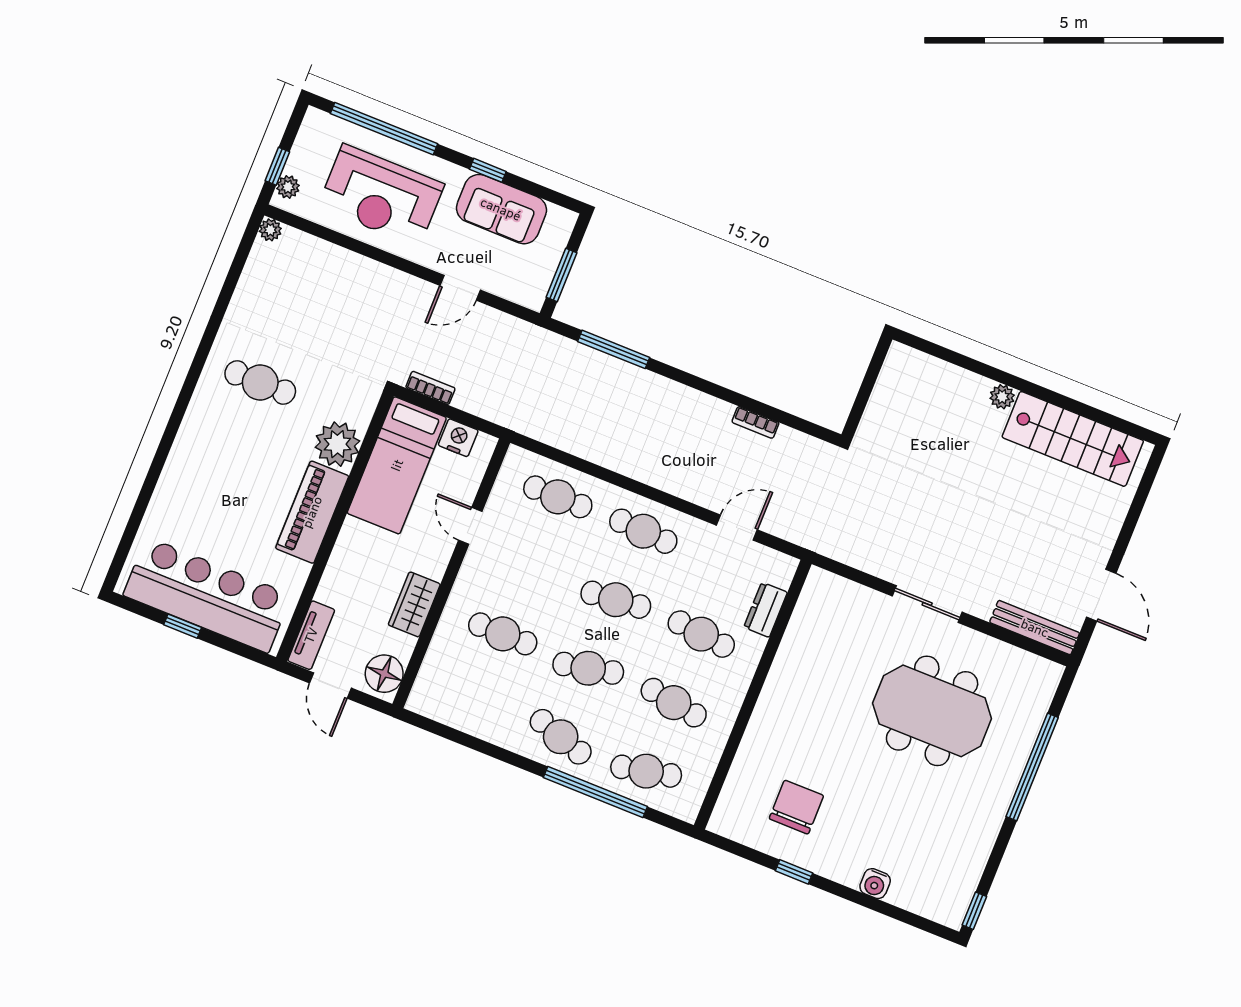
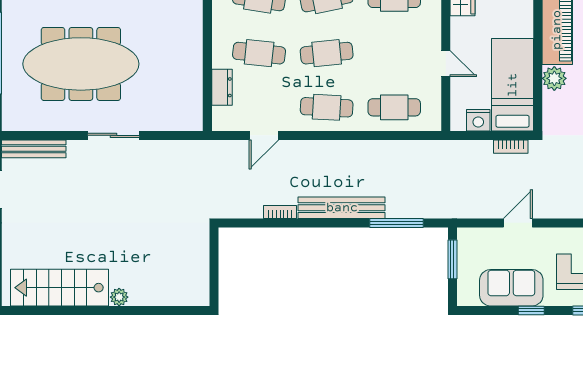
bench: (676, 397) -> (342, 208), added
plant: (337, 444) -> (554, 78), width x0.73, depth x0.73
meeting table: (932, 711) -> (81, 64), width x1.36

